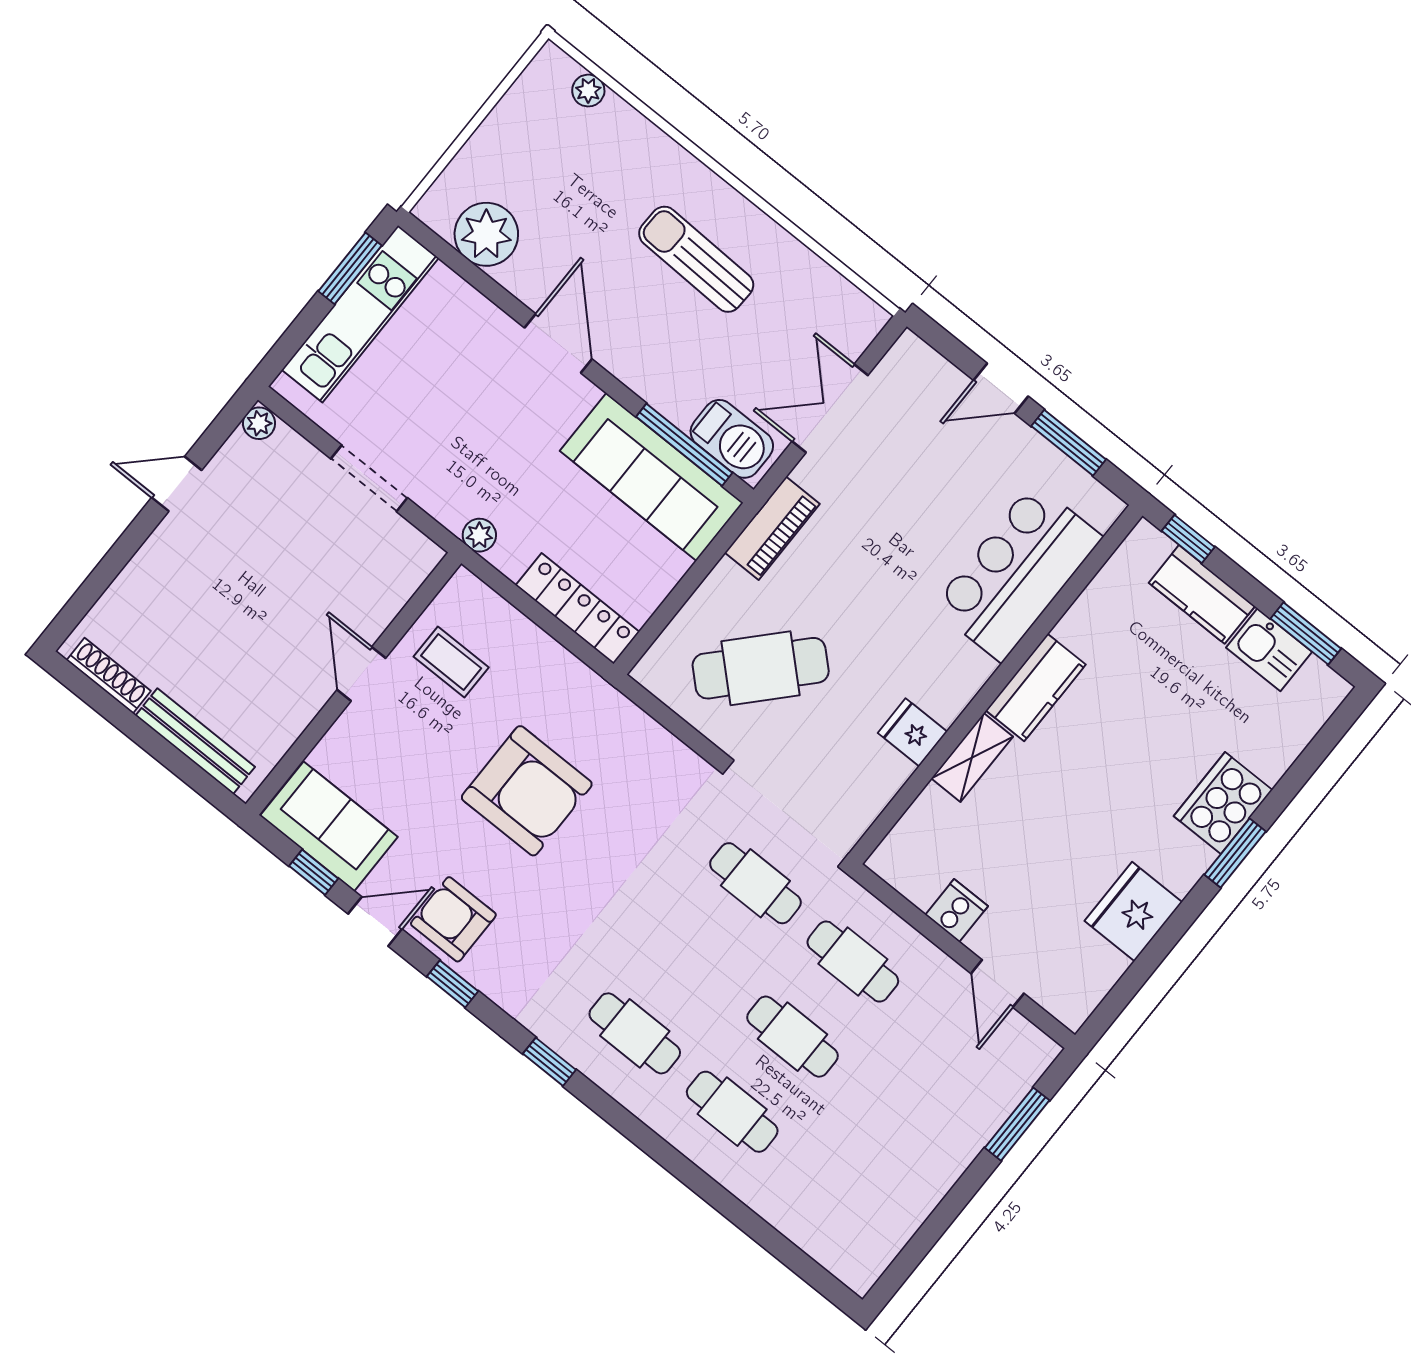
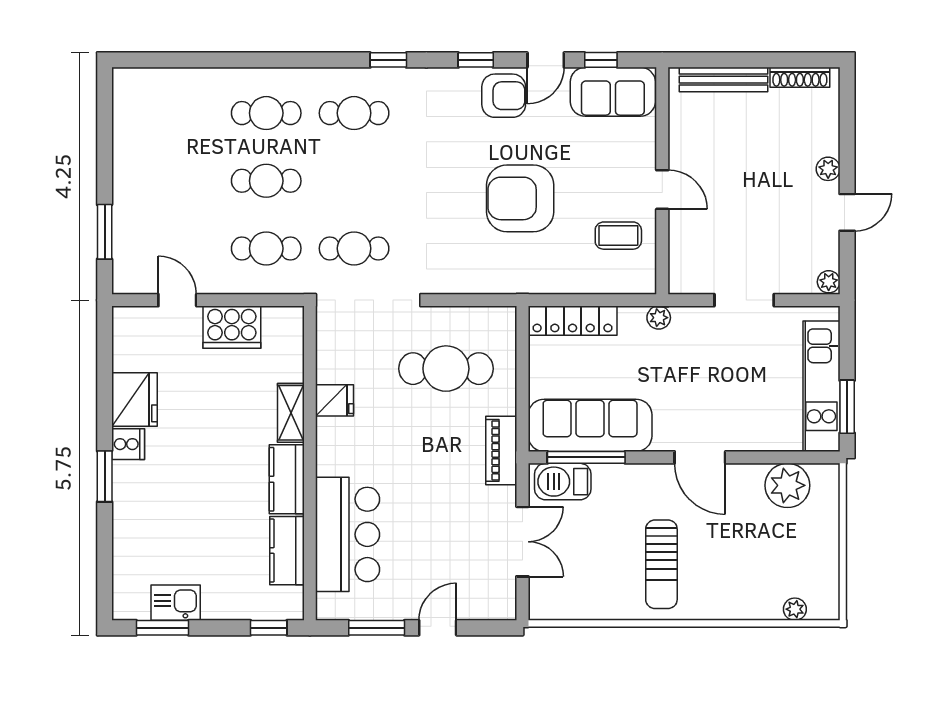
sun lounger: (696, 259) -> (661, 564), turned 88
plant: (159, 549) -> (828, 169), added
kitchen counter: (1202, 594) -> (287, 551), moved, turned -90
cafe table: (761, 668) -> (446, 369), turned 47
cooker: (1223, 803) -> (128, 444), moved, width x0.53, depth x0.76
cooker: (957, 911) -> (232, 327), width x1.87, depth x1.31

